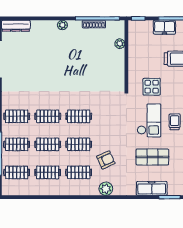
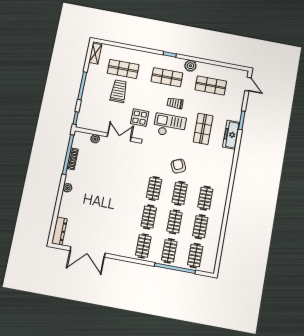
freezer: (164, 27) -> (88, 96), removed
double door: (126, 69) -> (119, 137), added
armchair: (106, 160) -> (178, 166), moved
plant: (106, 189) -> (224, 176), removed

